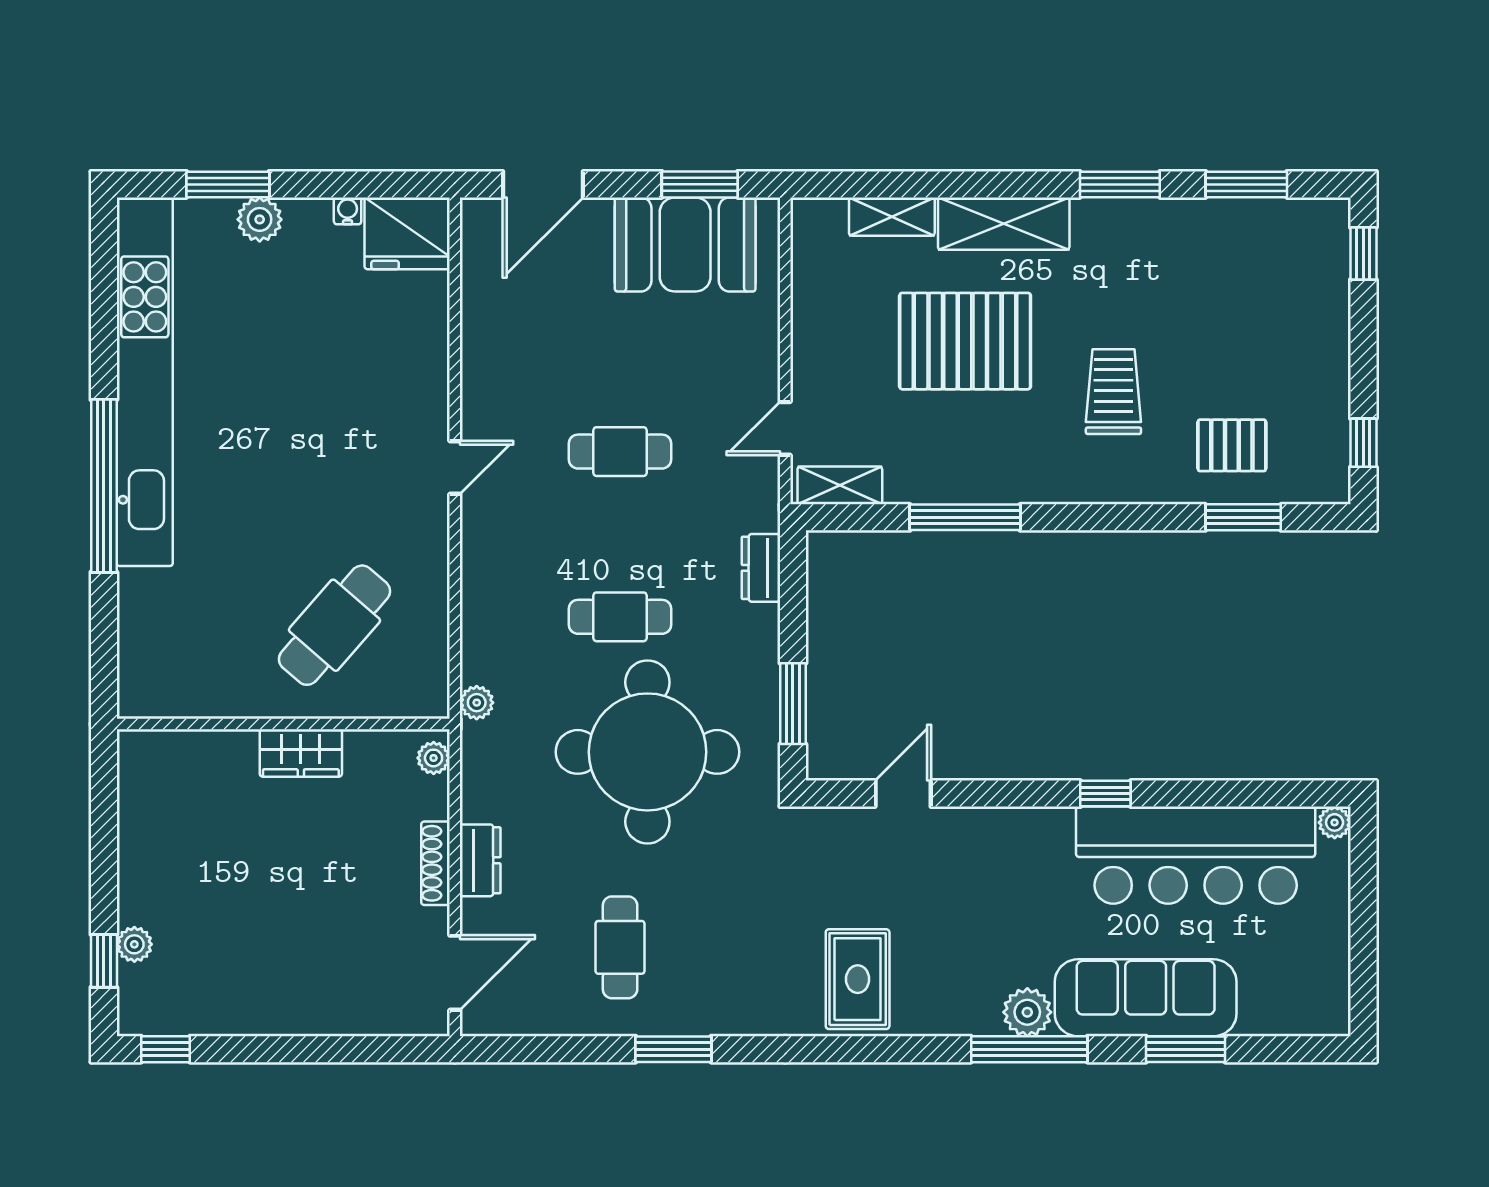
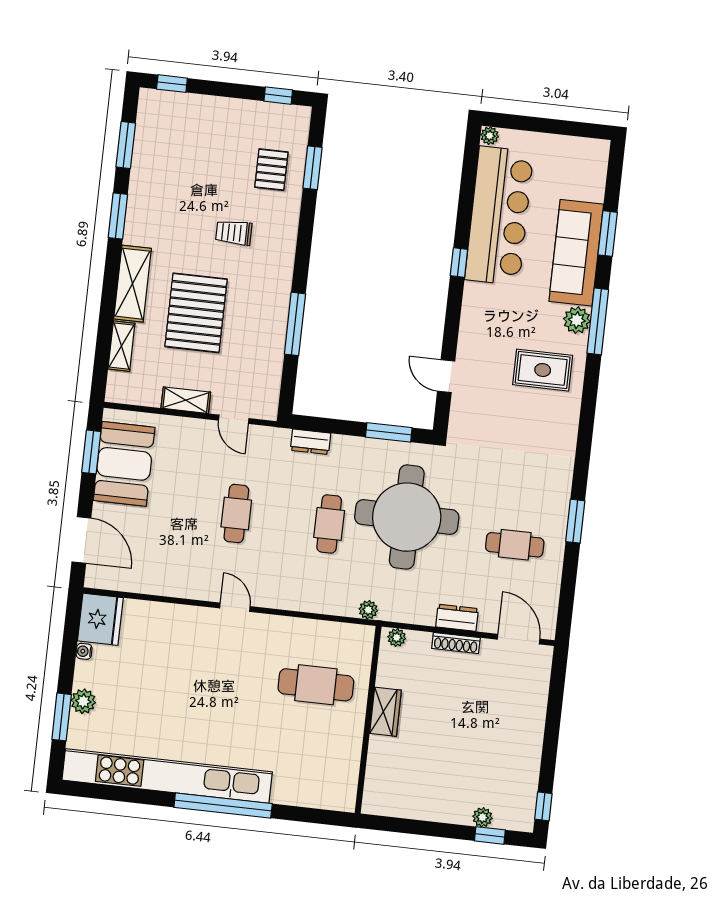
trolley: (1113, 392) -> (234, 233), width x0.73, depth x0.72
shelving: (840, 485) -> (186, 400), moved, turned 90
cafe table: (335, 625) -> (316, 685), turned -41
rug: (858, 979) -> (543, 370), moved

